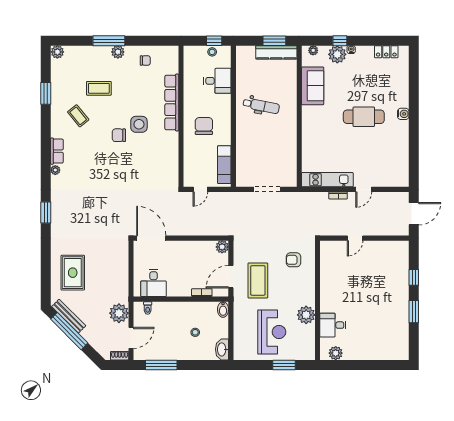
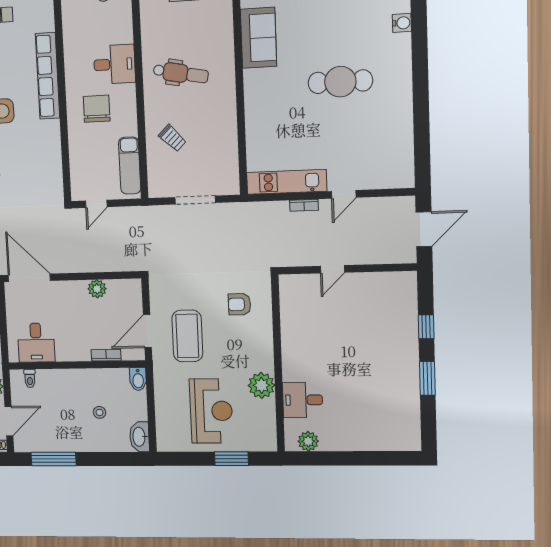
desk: (217, 81) -> (114, 64), moved
water cooler: (403, 114) -> (402, 23), moved
trolley: (254, 148) -> (172, 138), added
plant: (222, 247) -> (97, 289), moved

